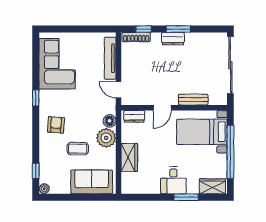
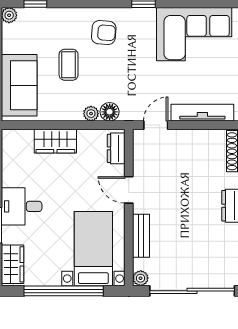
plant: (222, 100) -> (141, 278), added
plant: (106, 138) -> (91, 114), width x0.53, depth x0.53

